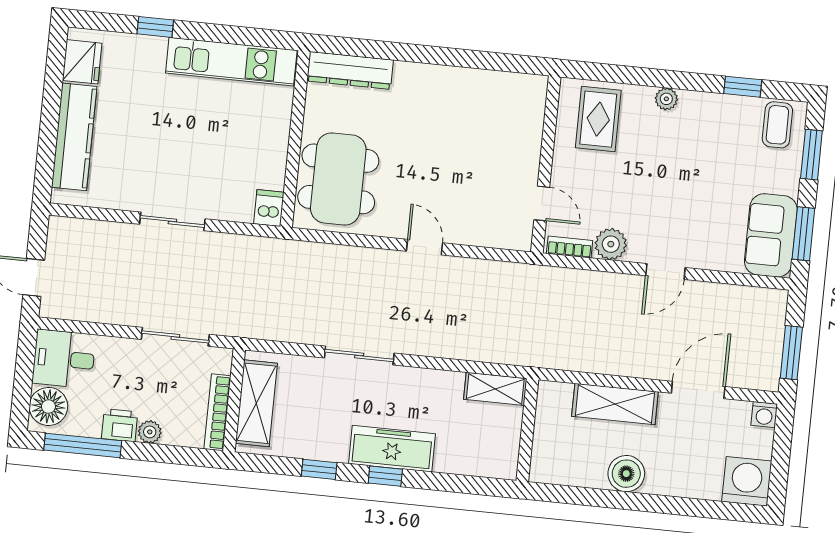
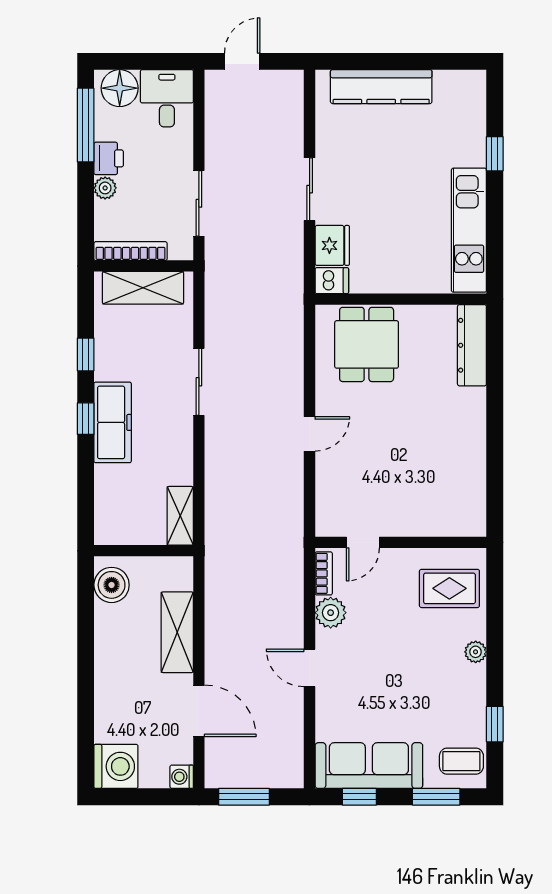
fridge: (82, 62) -> (332, 245), moved, turned -90
dining table: (338, 179) -> (367, 344), width x0.73
window: (803, 234) -> (359, 797), width x0.67
sofa: (771, 235) -> (369, 766), width x1.36
boiler: (626, 474) -> (112, 585), moved

